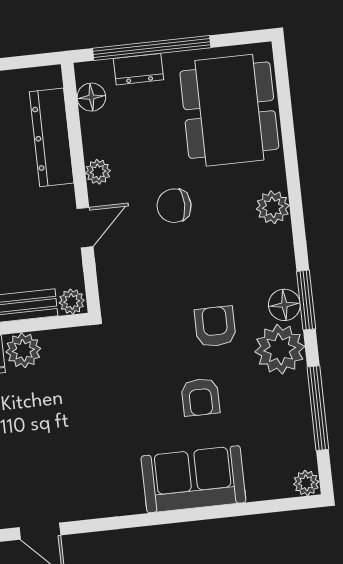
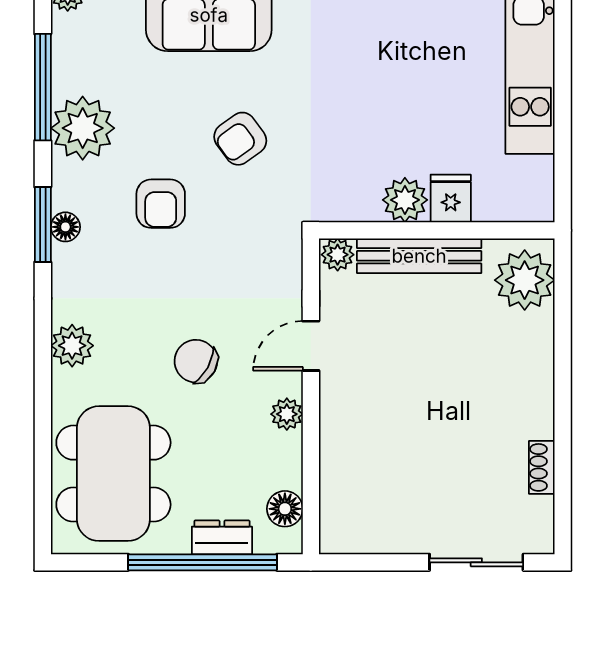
dresser: (52, 137) -> (340, 464), removed
chair: (174, 206) -> (196, 361), turned -151
floor lamp: (284, 305) -> (65, 227), width x0.73, depth x0.73
plant: (280, 349) -> (83, 128), moved
armchair: (200, 397) -> (240, 139), moved, turned -126

